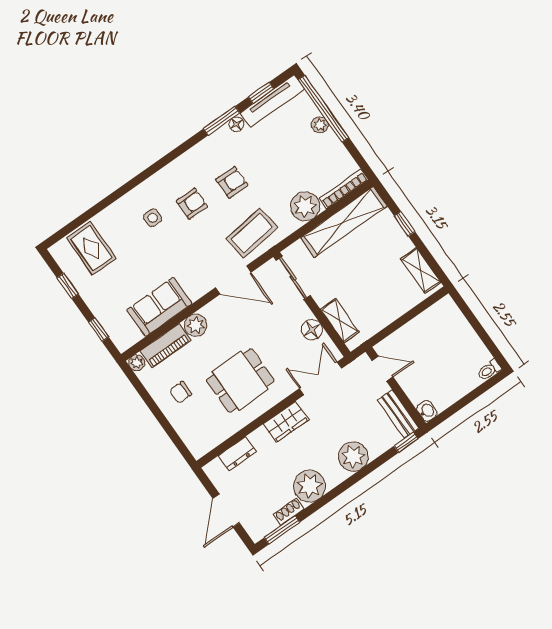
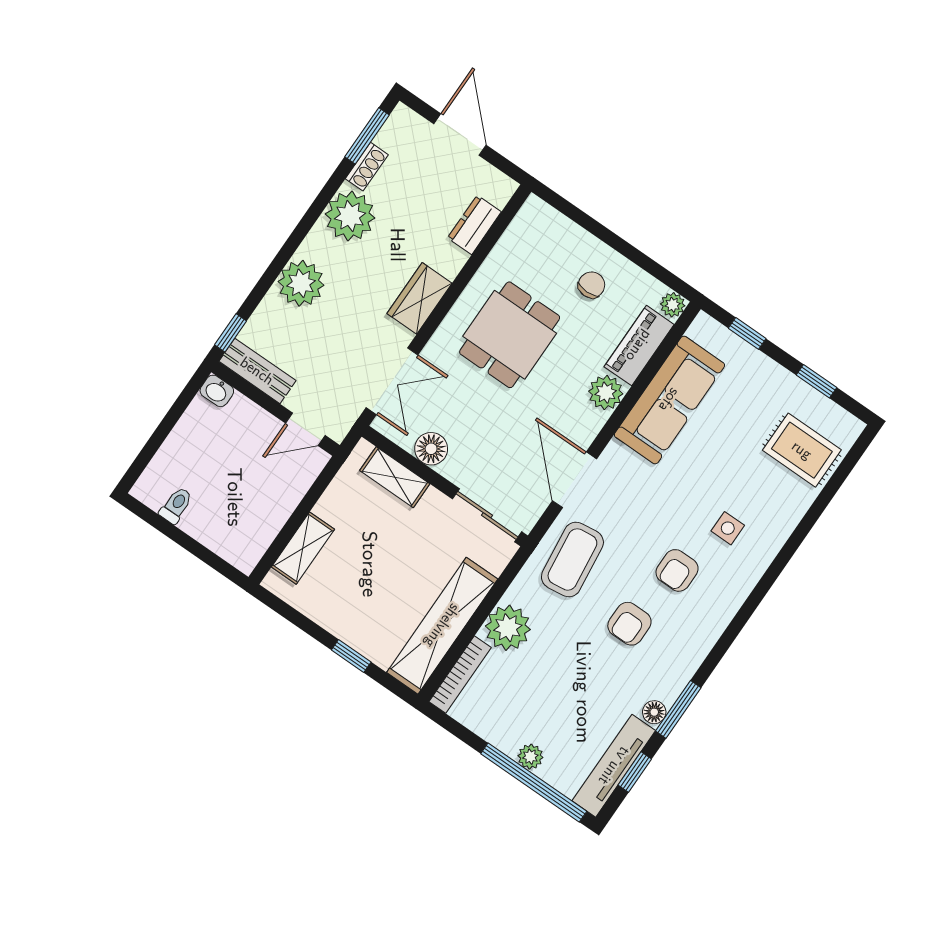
shelving: (421, 270) -> (303, 548), moved, turned 90
door: (233, 280) -> (574, 480), hinge flipped
sofa: (159, 307) -> (669, 400), width x1.36
toilet: (489, 370) -> (176, 505), moved

